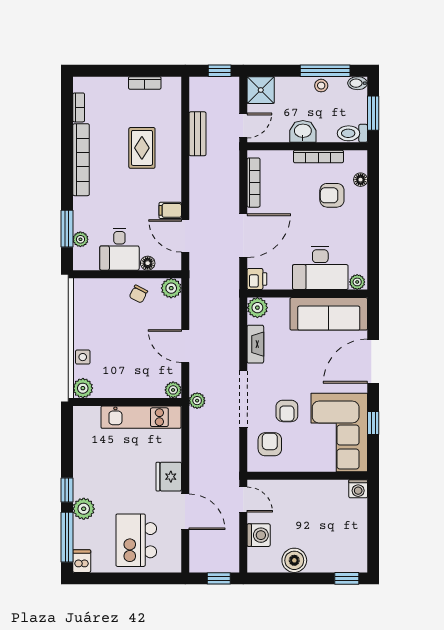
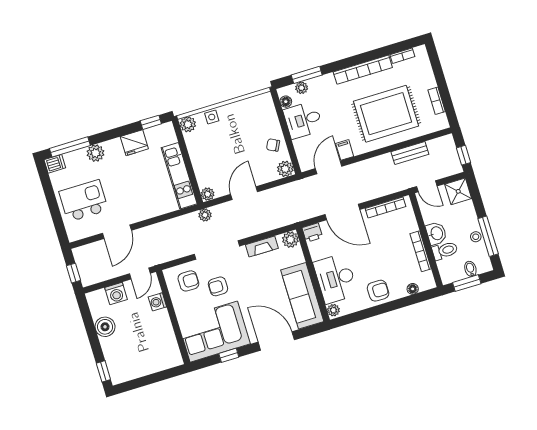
bidet: (358, 83) -> (470, 269), moved
toilet: (352, 133) -> (445, 251), moved, turned 90
rug: (142, 148) -> (386, 114), width x1.86, depth x2.06
armchair: (332, 195) -> (378, 291), moved, turned 90
floor lamp: (148, 263) -> (286, 102), moved
fridge: (169, 477) -> (134, 143), moved, turned 180
washing machine: (358, 489) -> (157, 302), moved
window: (67, 490) -> (151, 122), moved

